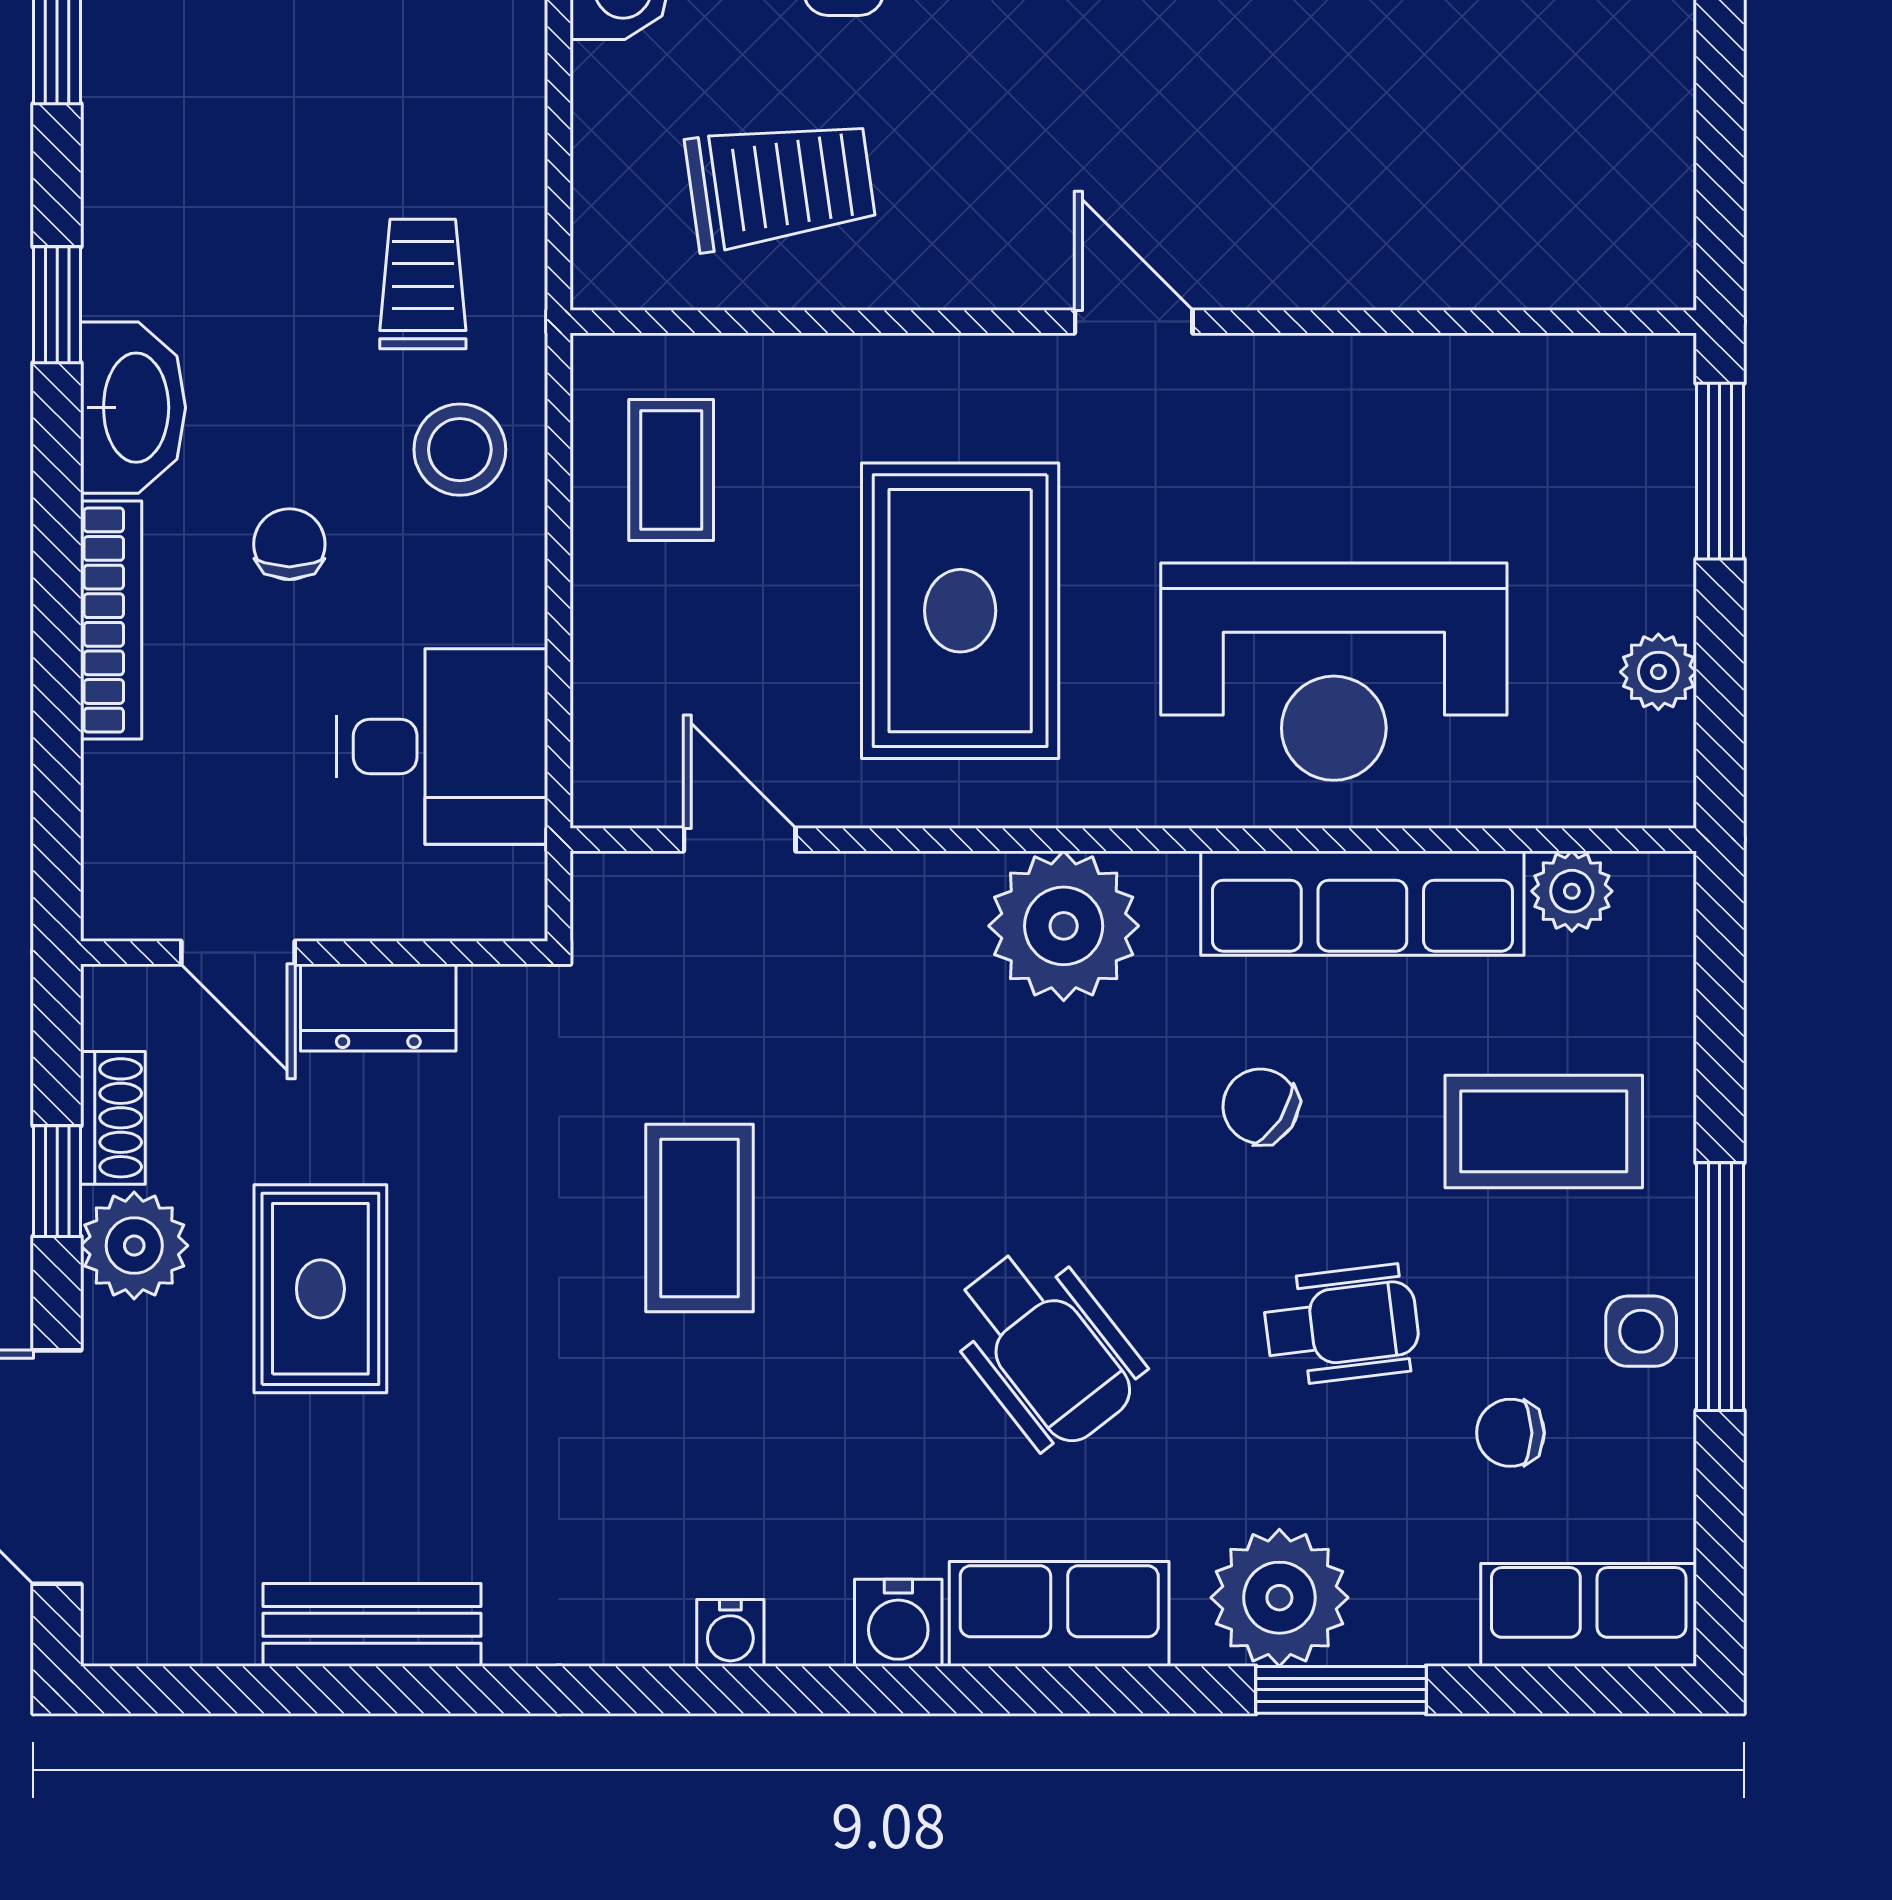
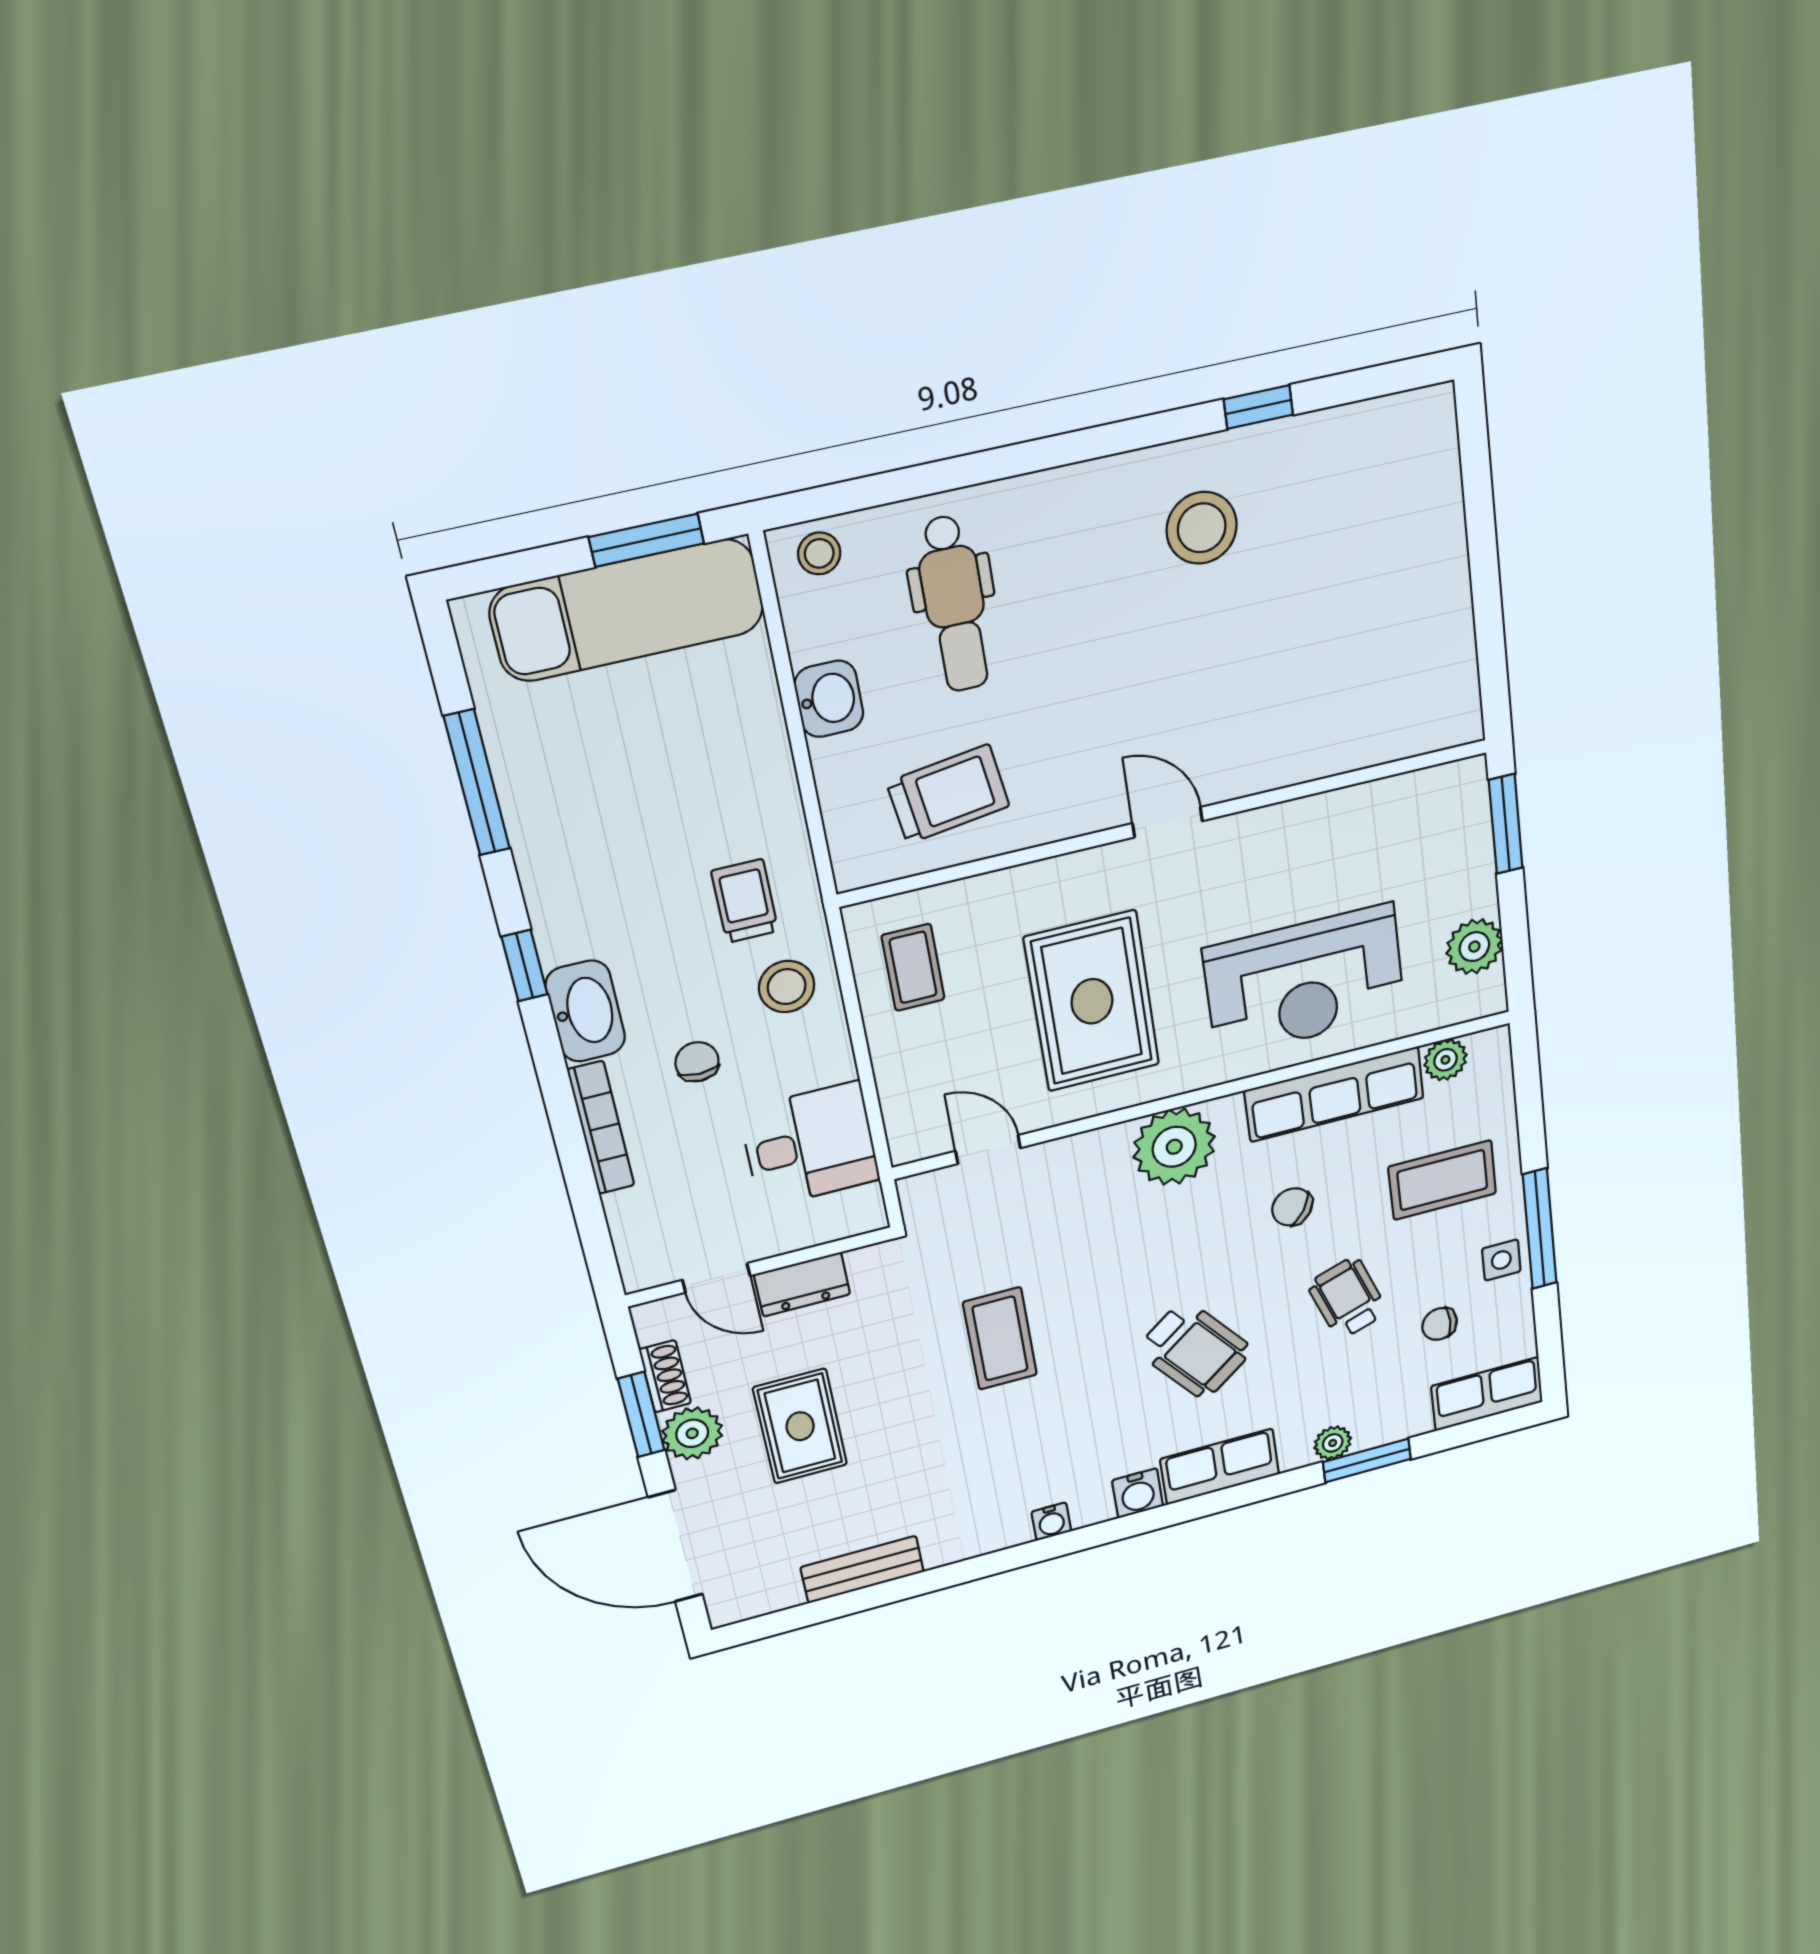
plant: (1658, 672) -> (1474, 947), width x1.38, depth x1.38
window: (57, 1181) -> (641, 1415), width x1.50
wheelchair: (1342, 1325) -> (1347, 1298), turned -102
plant: (1279, 1598) -> (1333, 1443), width x0.53, depth x0.53

